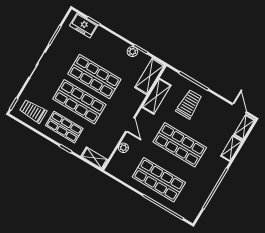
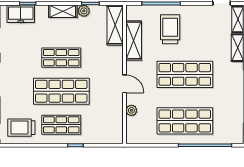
shop shelf: (94, 77) -> (61, 58), width x0.70, depth x0.74
shelving: (94, 158) -> (63, 11), moved

